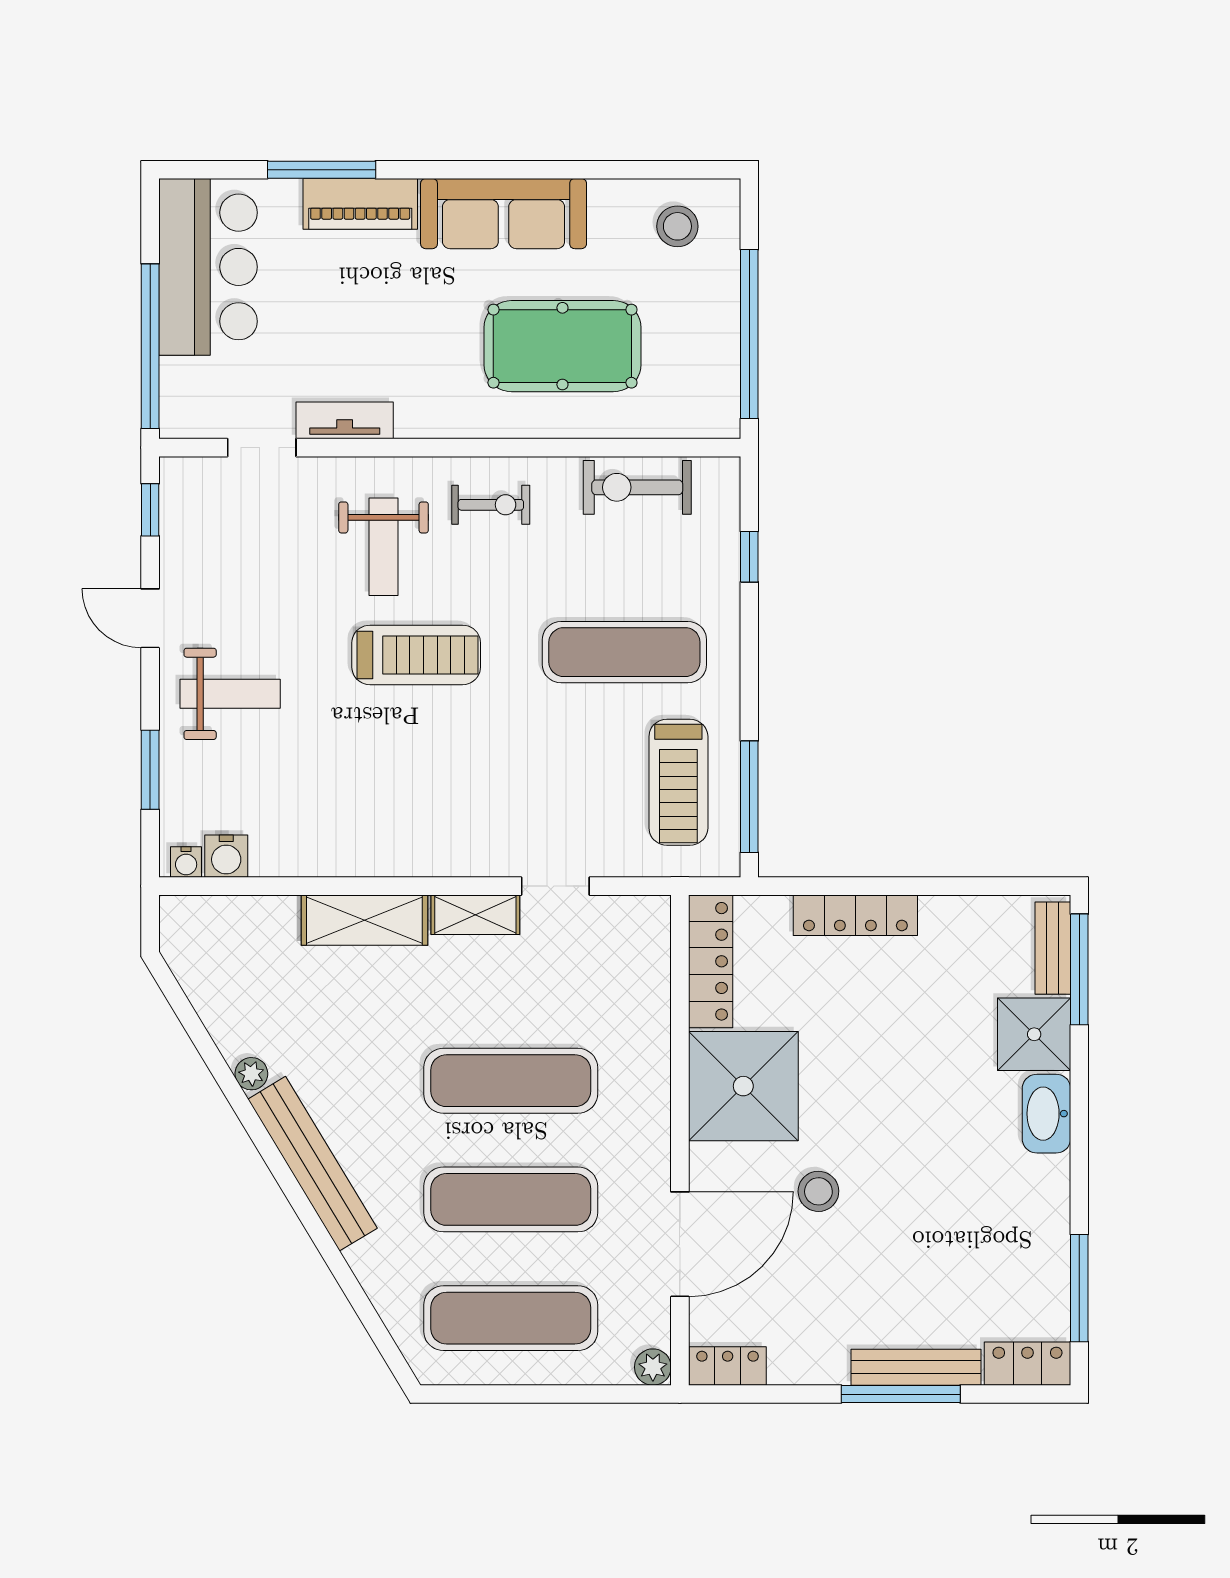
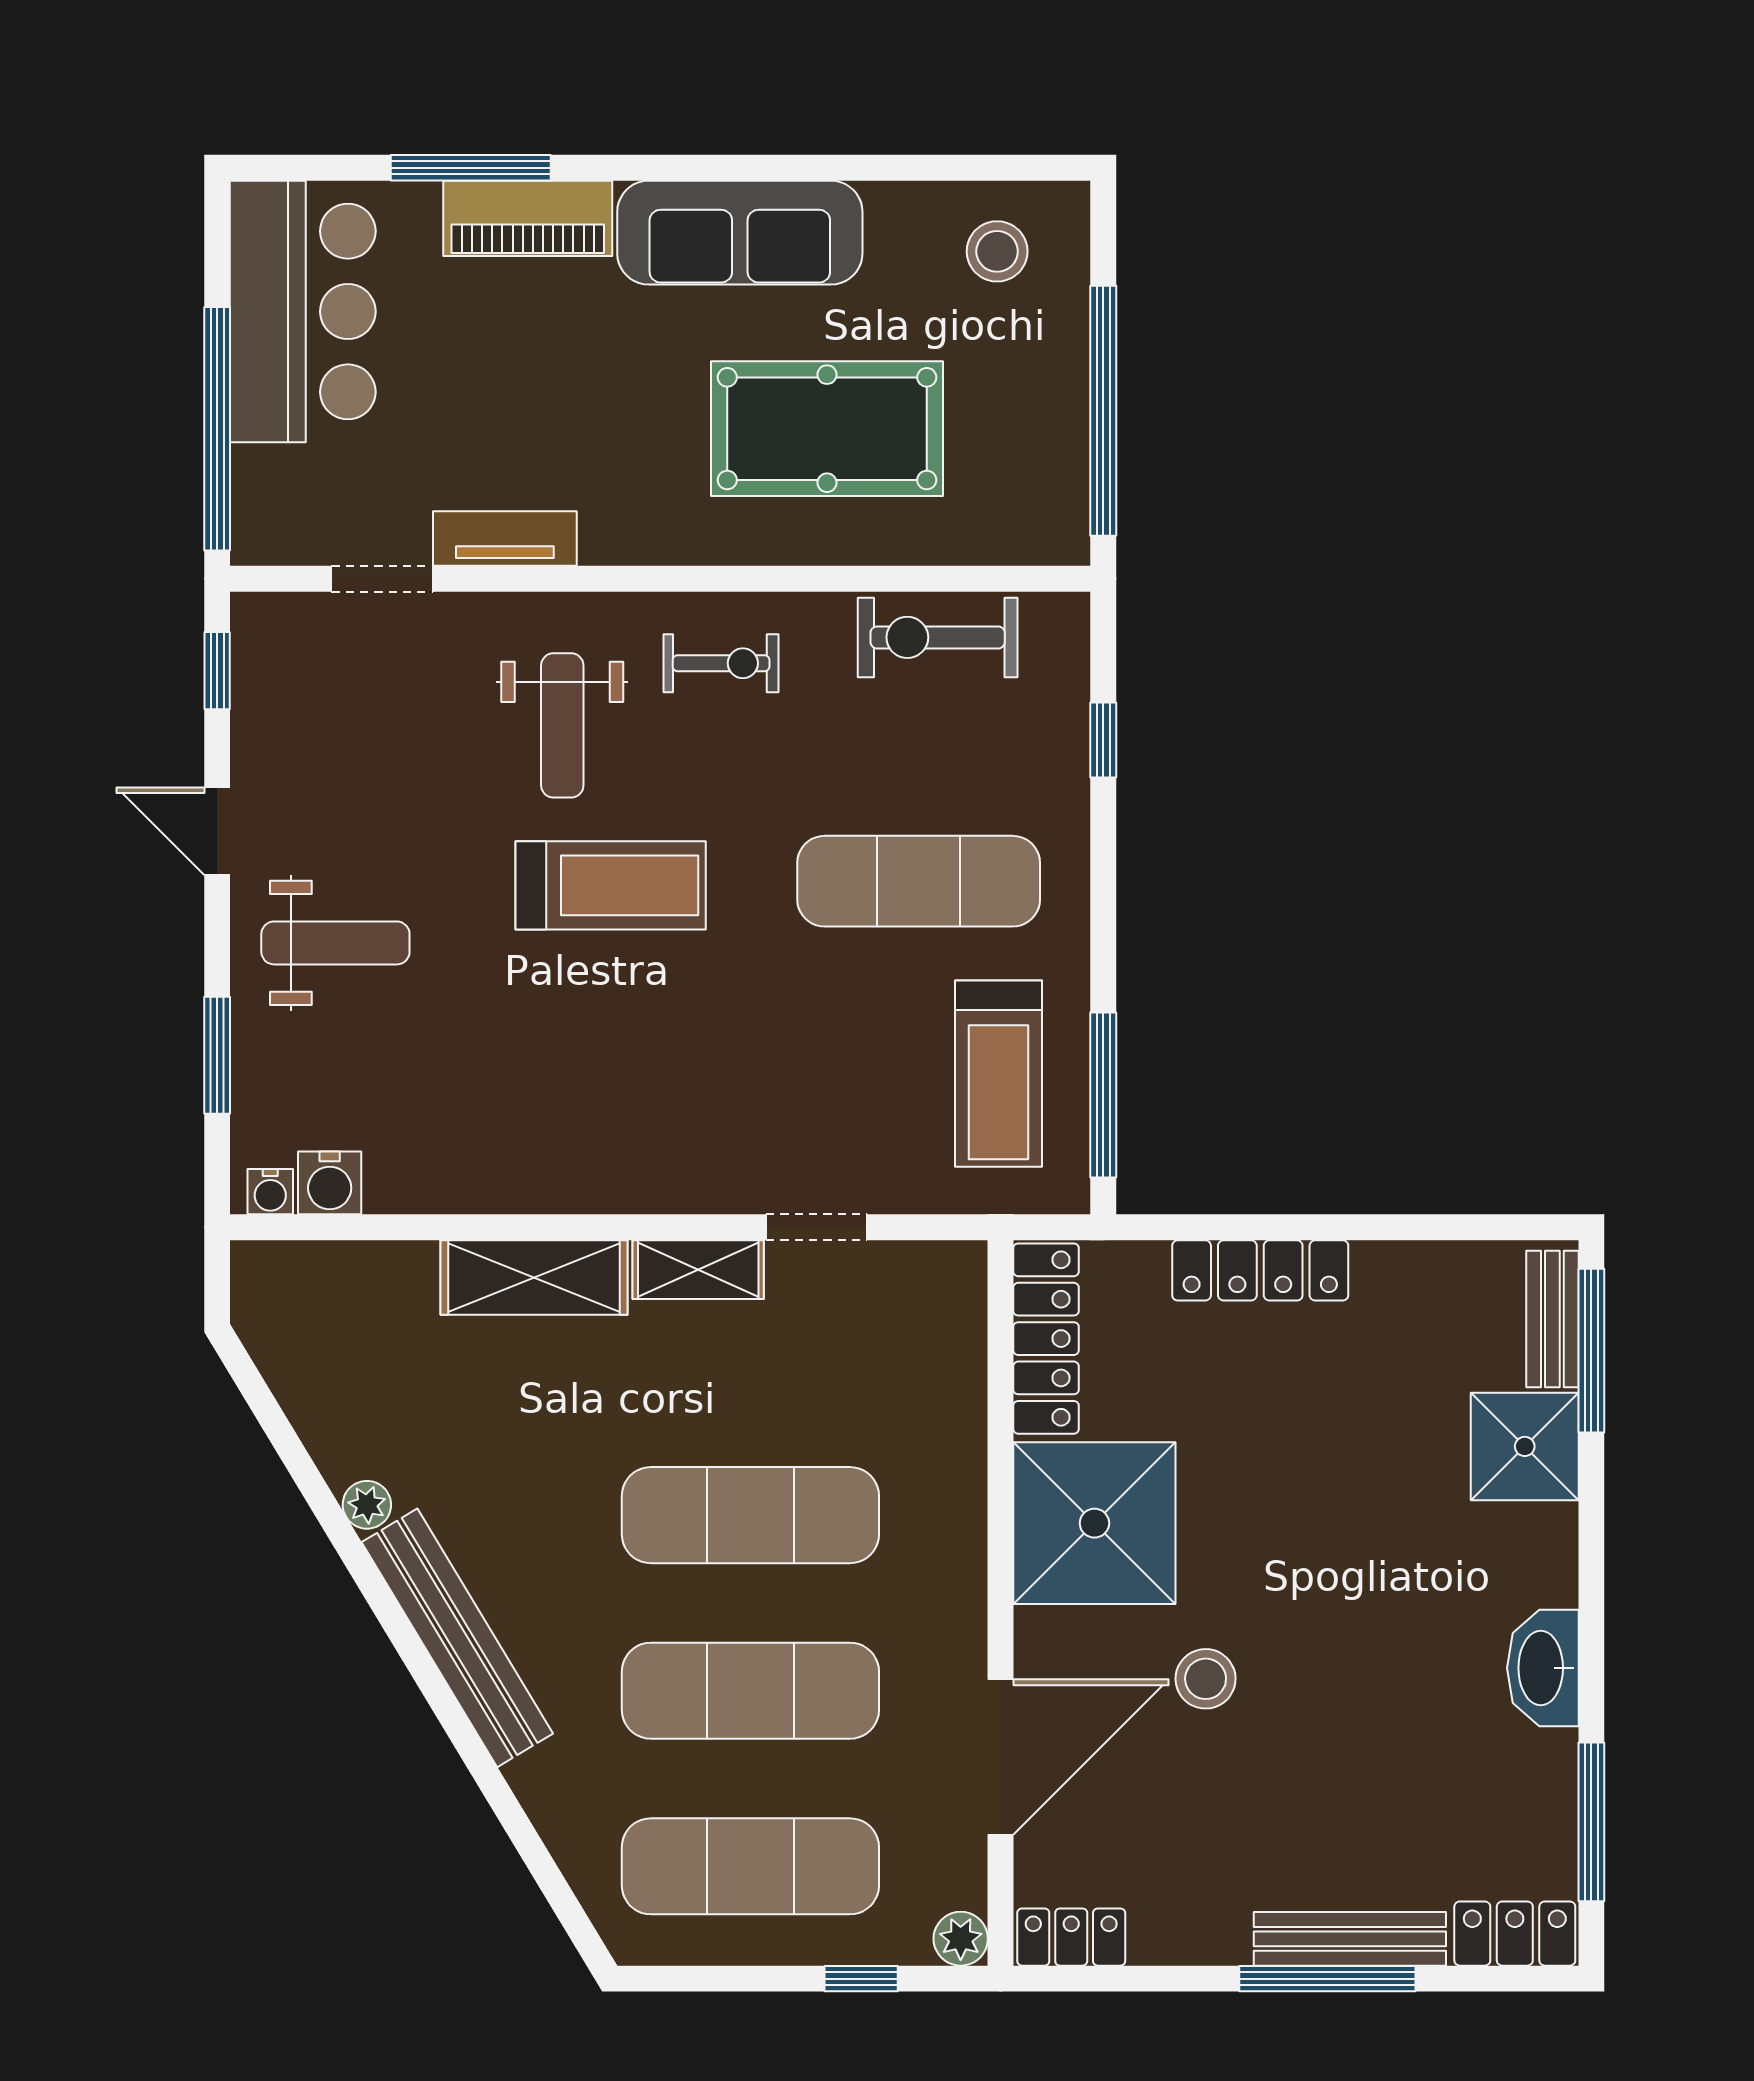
washbasin: (1046, 1114) -> (1543, 1668), moved
window: (586, 1394) -> (861, 1979), added

